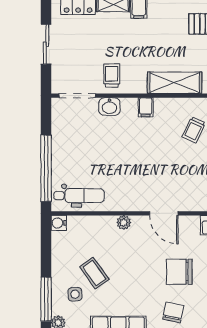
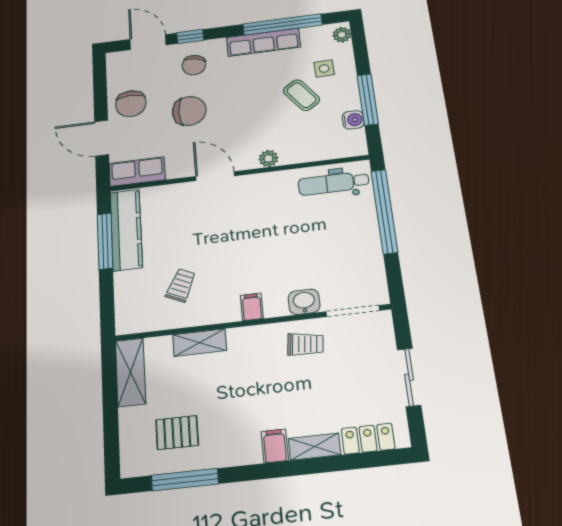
trolley: (112, 76) -> (305, 344), turned -84
shelving: (174, 83) -> (200, 343), width x0.67, depth x0.75
water cooler: (59, 223) -> (353, 120), moved
window: (46, 299) -> (368, 100), moved

